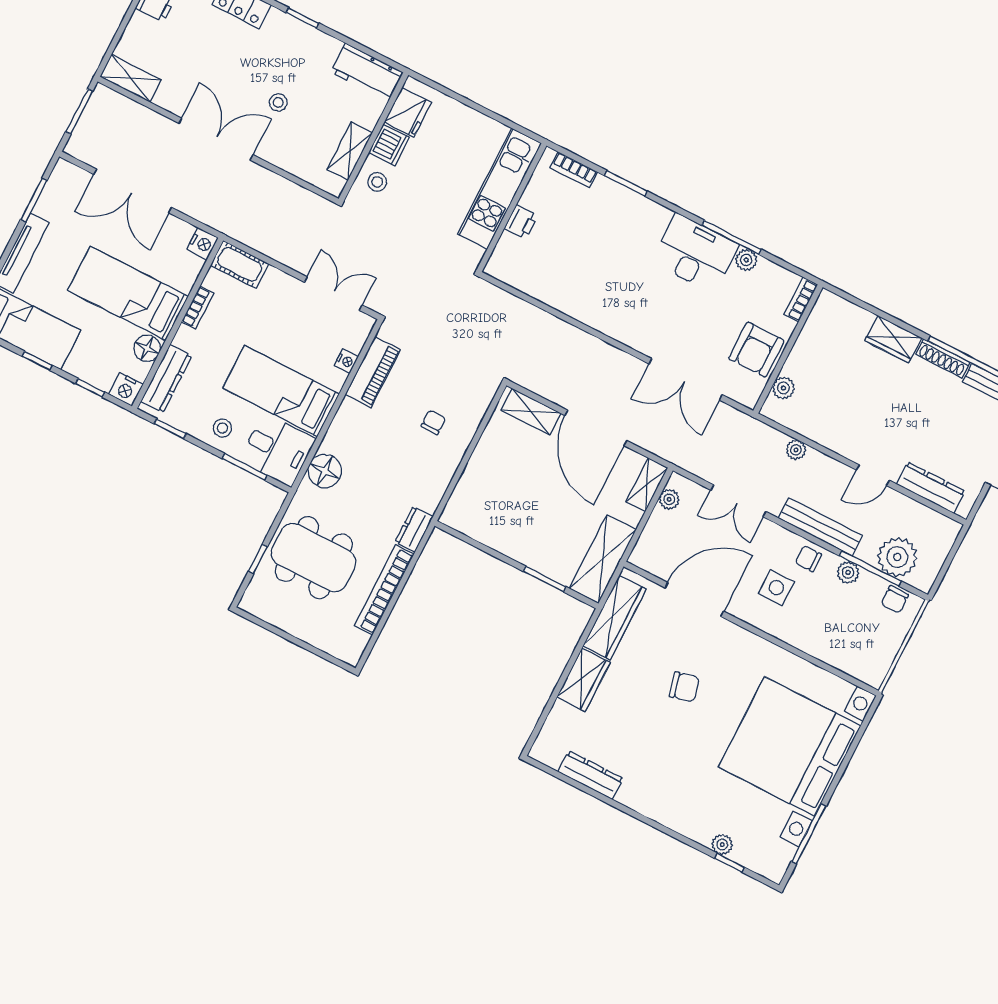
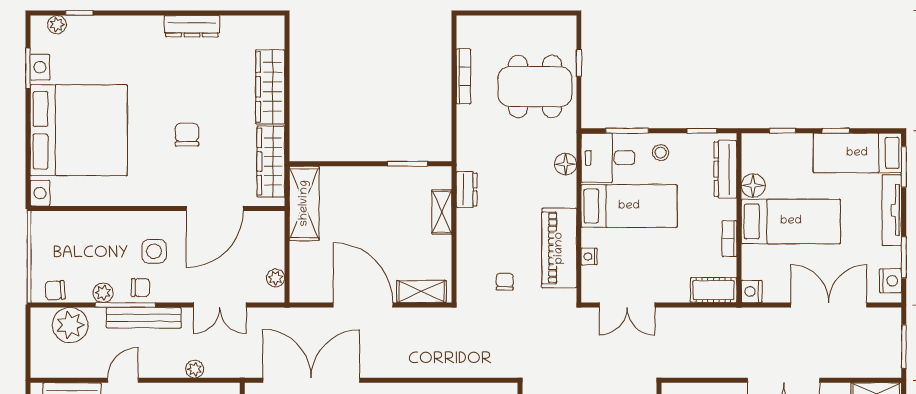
piano: (373, 372) -> (559, 248), width x1.37, depth x1.33
double door: (686, 379) -> (311, 380), width x1.36
nightstand: (126, 389) -> (890, 281), moved, turned 90
chair: (433, 422) -> (505, 282), moved, turned 180
floor lamp: (325, 471) -> (566, 164), width x0.73, depth x0.73
shelving: (647, 485) -> (442, 212), moved
double door: (738, 501) -> (220, 305), swing flipped
dresser: (414, 529) -> (467, 189), moved
window: (870, 568) -> (125, 305), moved
window: (545, 579) -> (408, 164), moved
bookcase: (384, 590) -> (463, 76), width x0.68, depth x0.76
chair: (895, 599) -> (55, 290), turned -93
wardrobe: (584, 680) -> (270, 87), width x1.50
chair: (684, 687) -> (187, 135), turned 104
dresser: (590, 775) -> (192, 26), moved
window: (809, 834) -> (28, 68), width x0.69
plant: (722, 845) -> (57, 25), moved

